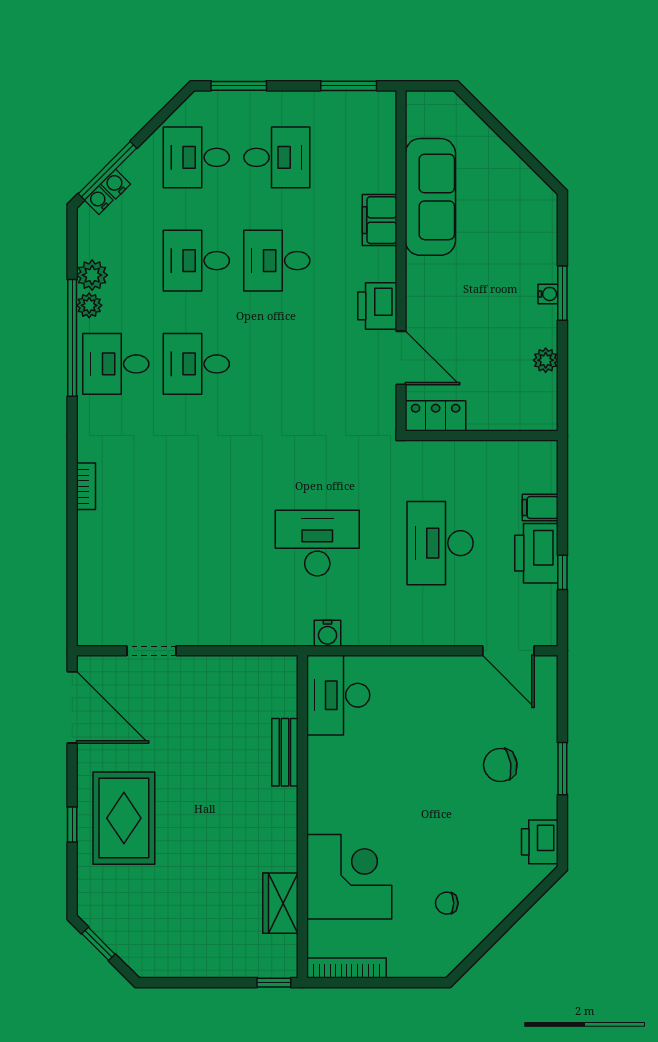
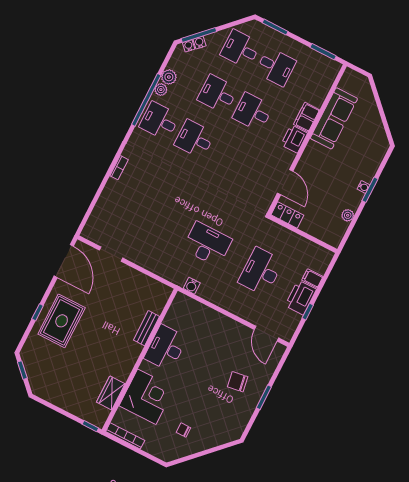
printer: (377, 306) -> (294, 139), moved
desk: (338, 695) -> (166, 348), moved
printer: (540, 842) -> (238, 424), removed

